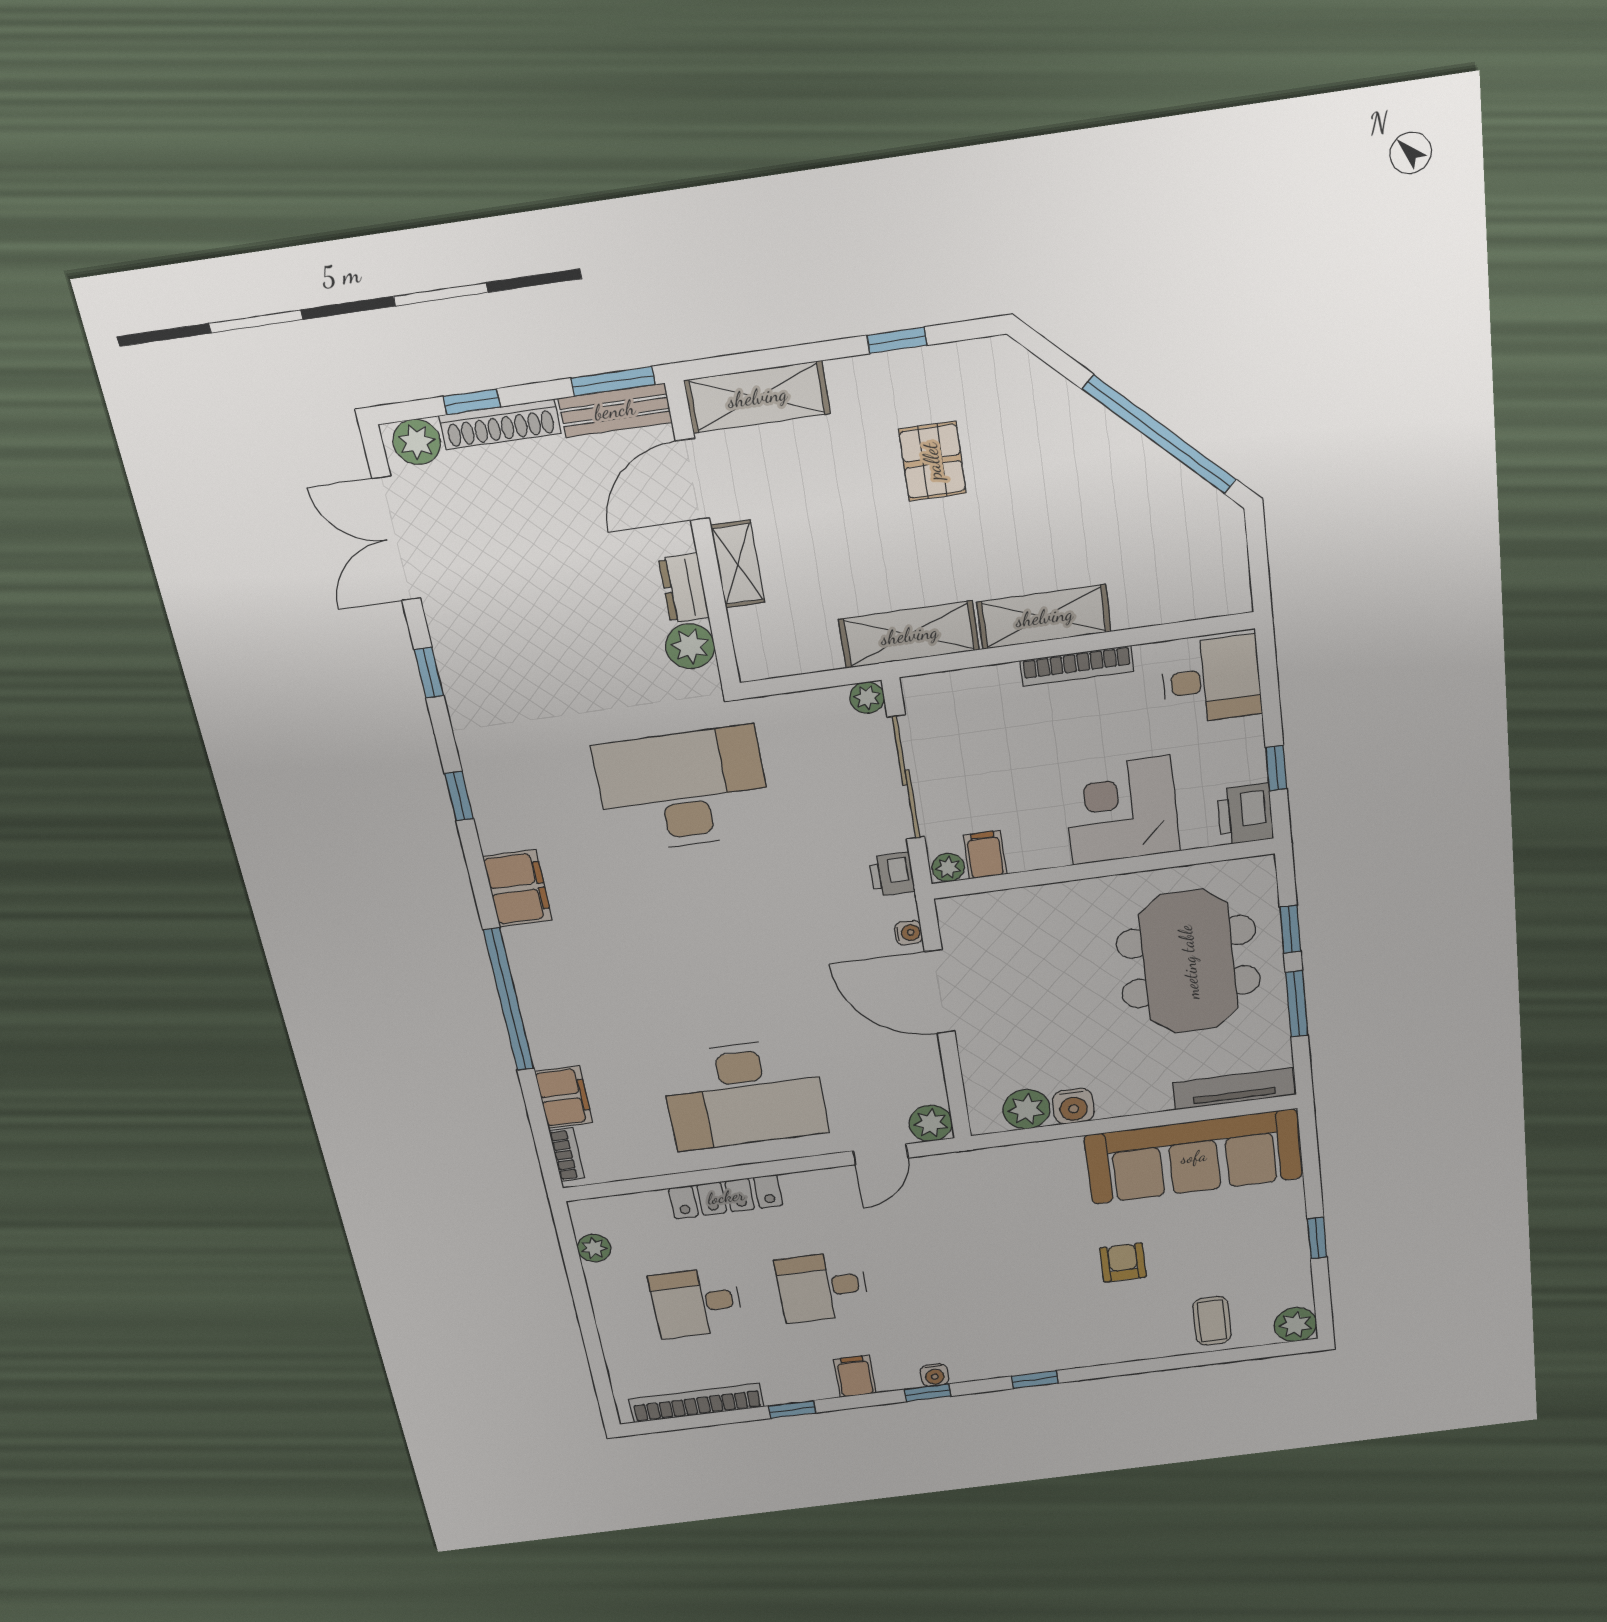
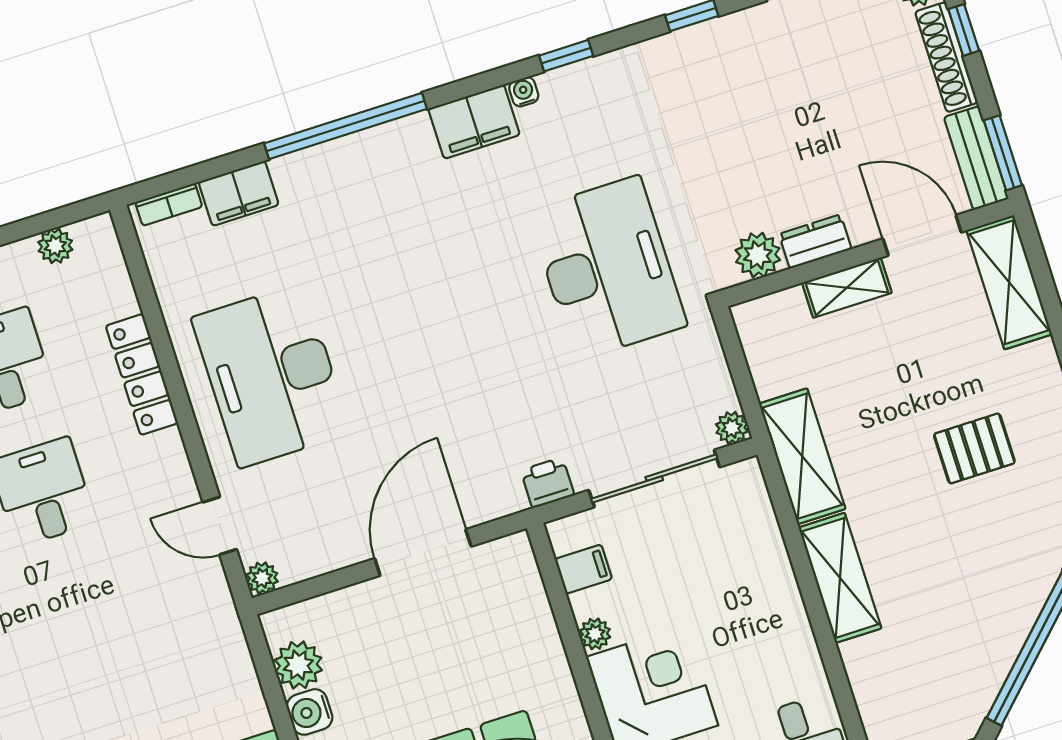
bookcase: (1077, 666) -> (796, 618), removed
plant: (948, 868) -> (595, 634), moved
water cooler: (909, 933) -> (524, 92), moved, turned 180
plant: (931, 1123) -> (262, 578), width x0.73, depth x0.73

